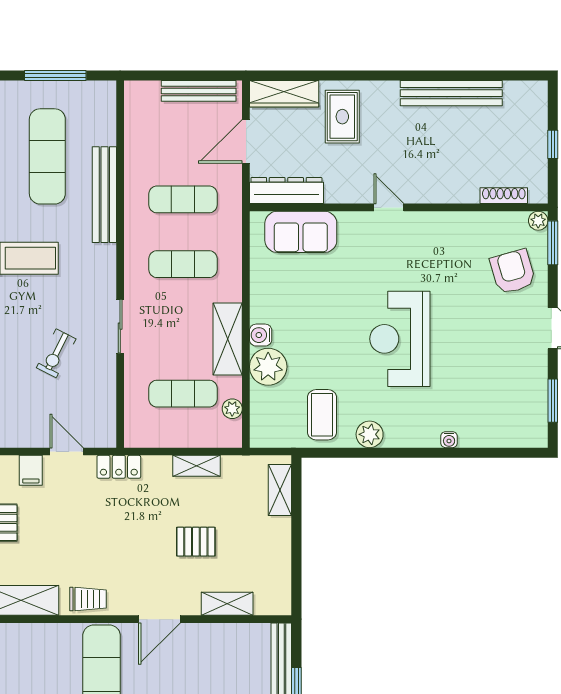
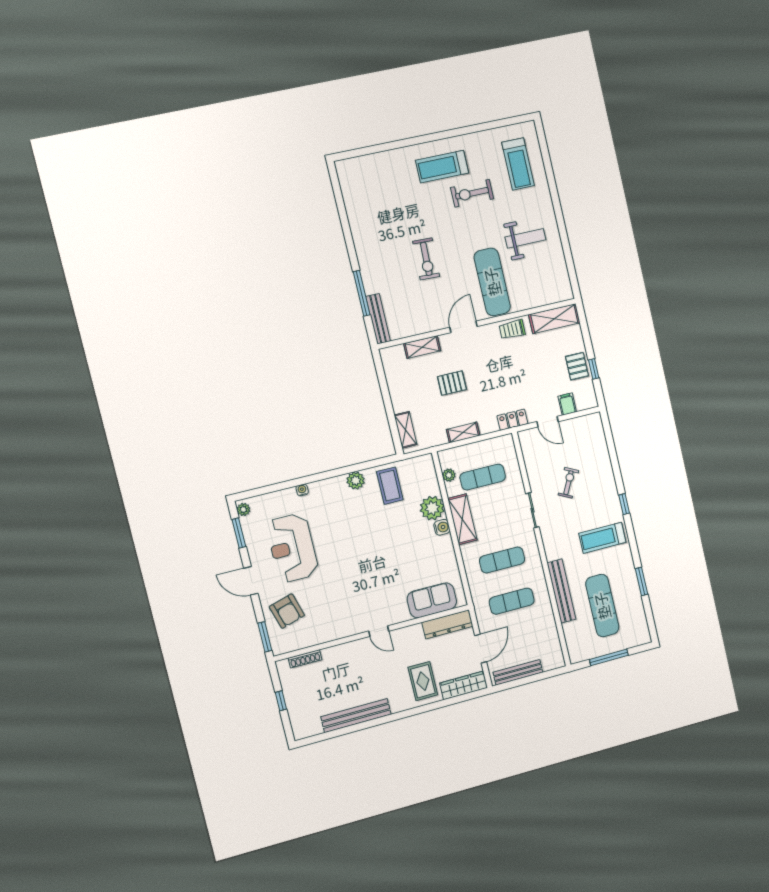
plant: (538, 221) -> (243, 510), moved
reception desk: (400, 339) -> (292, 548), moved, turned 180

